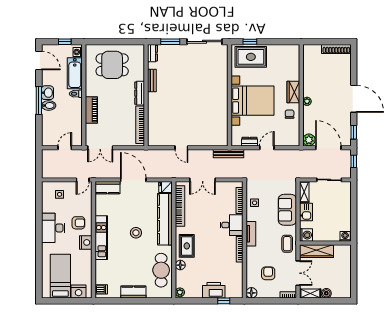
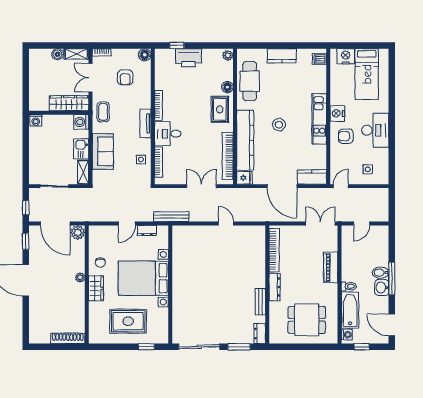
shoe rack: (336, 49) -> (68, 338), moved
rug: (251, 57) -> (128, 321), moved

